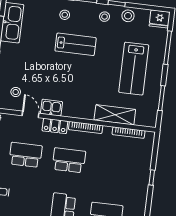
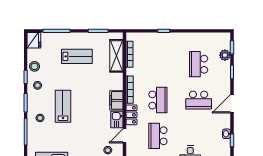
lab bench: (134, 69) -> (77, 56), width x0.73, depth x0.72
filing cabinet: (75, 110) -> (116, 100), added
shelving: (115, 115) -> (116, 56), moved
school desk: (69, 160) -> (158, 100), turned 180

